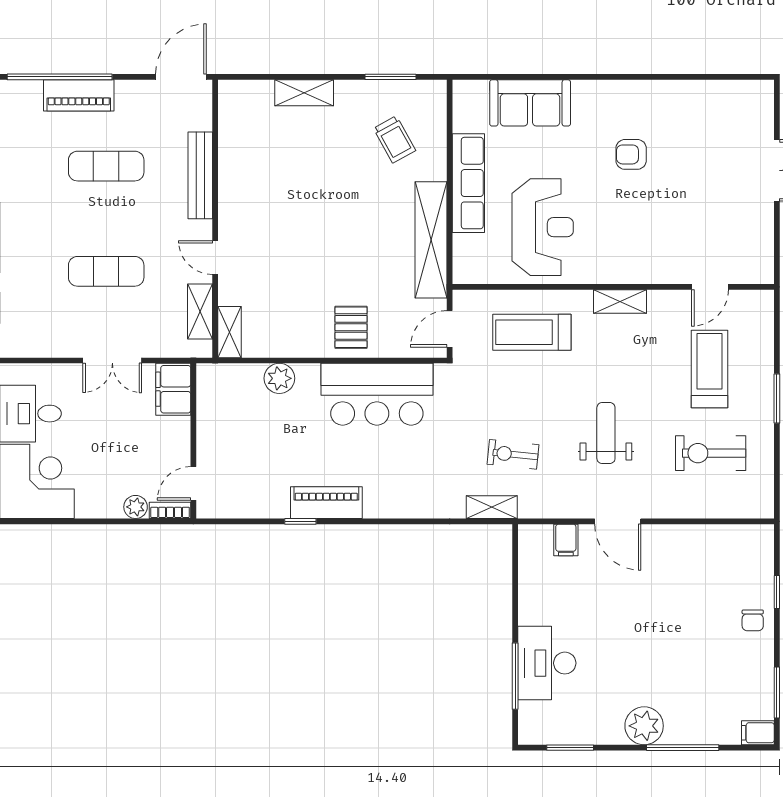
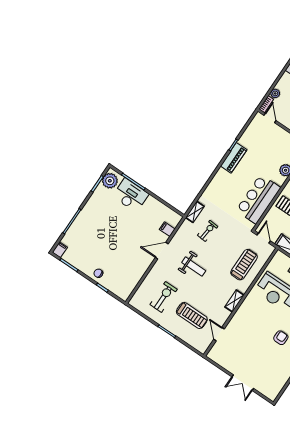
plant: (644, 726) -> (110, 181), moved

